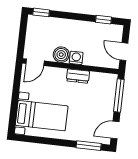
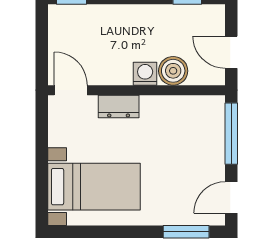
boiler: (61, 55) -> (173, 71), moved
door: (35, 62) -> (71, 90), swing flipped
dresser: (78, 76) -> (119, 107), moved

